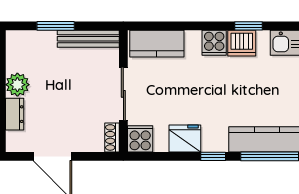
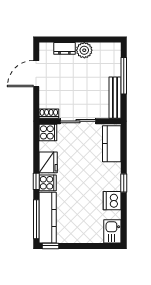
window: (56, 26) -> (124, 76), width x1.44
window: (249, 26) -> (124, 183), moved
cooker: (214, 43) -> (48, 183), moved, turned 180

